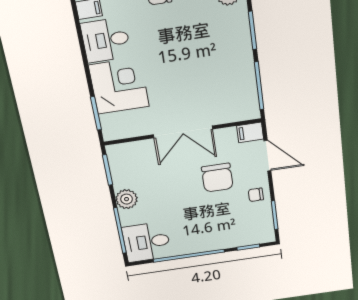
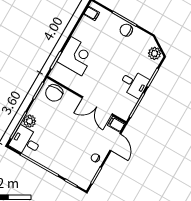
desk: (106, 40) -> (134, 84), moved, turned 180
double door: (183, 132) -> (97, 106), moved
chair: (217, 178) -> (54, 93), moved
plant: (127, 199) -> (30, 121), moved

